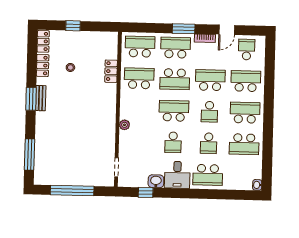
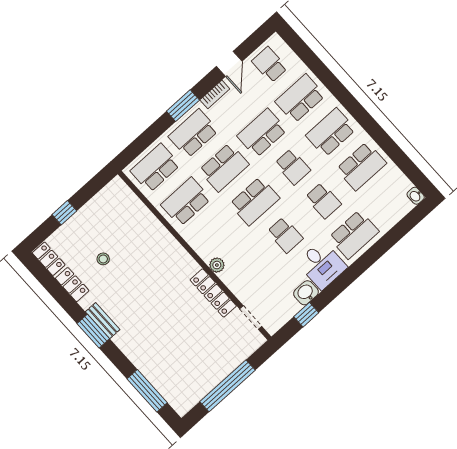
locker: (111, 71) -> (213, 293), moved, width x1.53
school desk: (174, 111) -> (255, 201), turned 180

